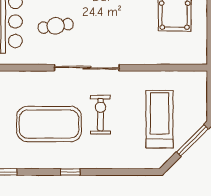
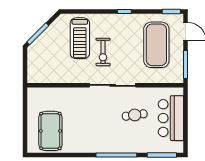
treadmill: (160, 119) -> (80, 38), moved
exercise mat: (49, 124) -> (156, 45), moved, turned 90

